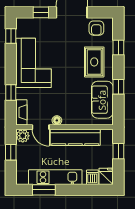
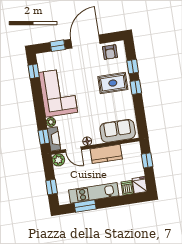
rug: (94, 62) -> (113, 83), turned 90
window: (118, 87) -> (136, 87), moved
window: (11, 93) -> (44, 137), moved
plant: (21, 94) -> (51, 122), added
sofa: (102, 100) -> (118, 131), moved, turned 90
kitchen counter: (75, 137) -> (106, 154), width x0.67
window: (11, 152) -> (52, 187), moved

